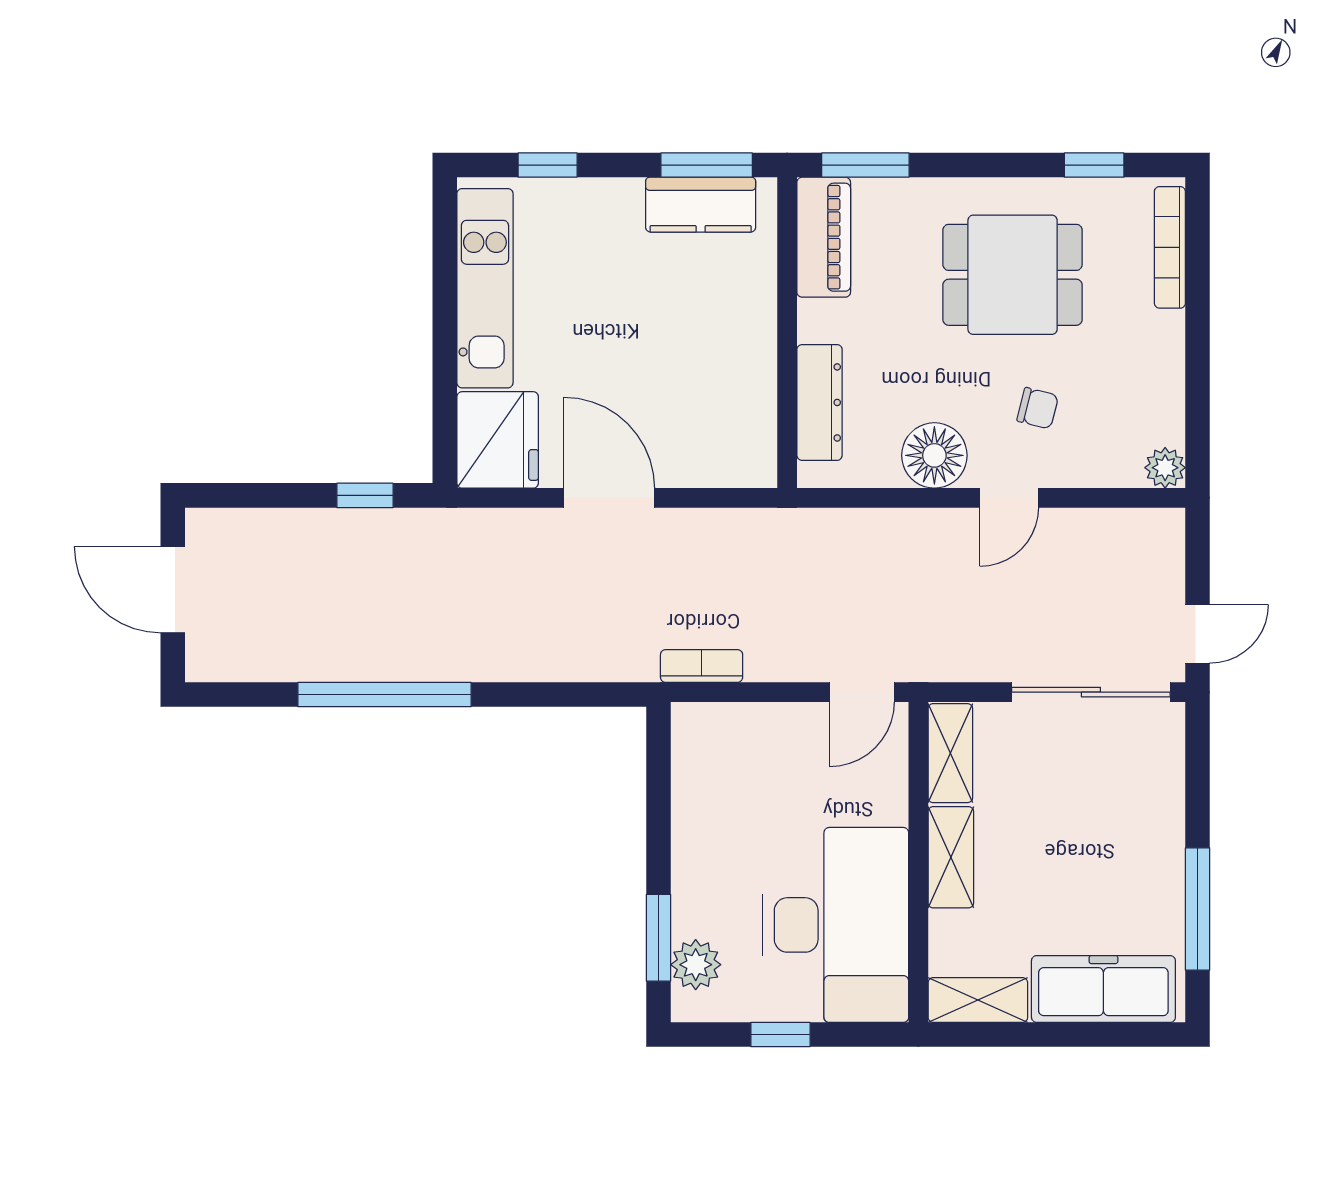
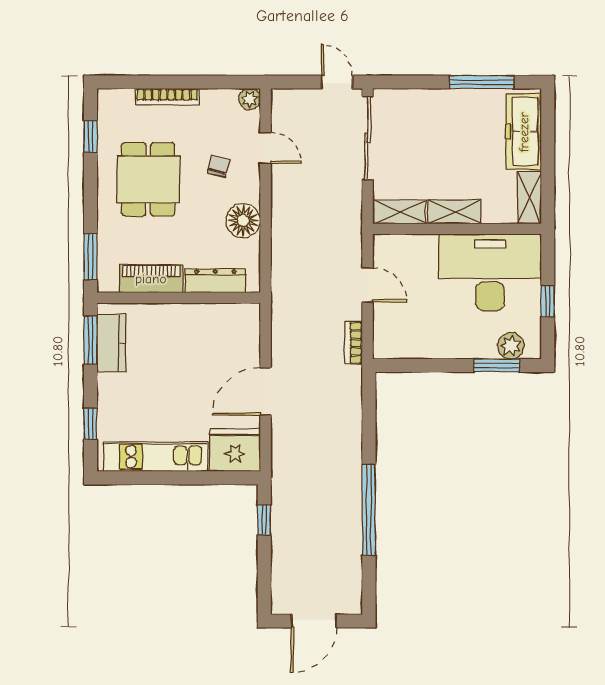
piano: (824, 237) -> (151, 279), moved
bookcase: (1170, 247) -> (167, 97), moved
door: (1009, 498) -> (265, 148), moved
door: (862, 692) -> (368, 285), moved

